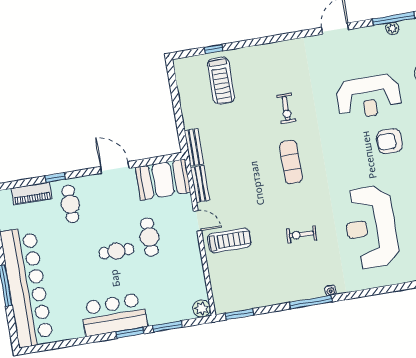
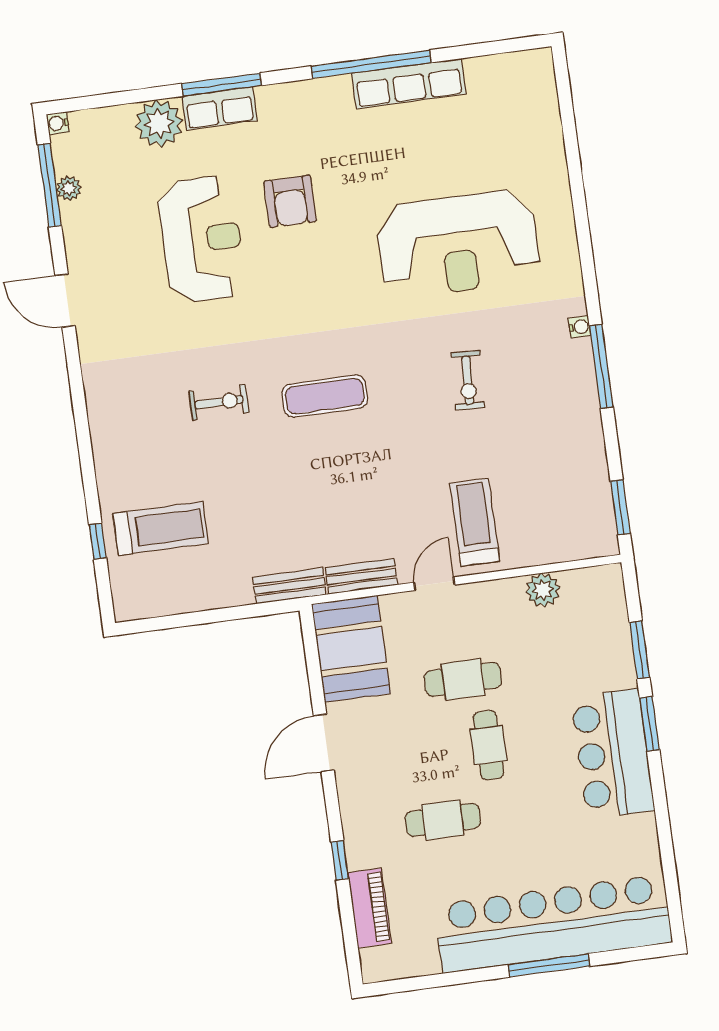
cafe table: (70, 204) -> (443, 820), moved
plant: (202, 309) -> (543, 590), moved

